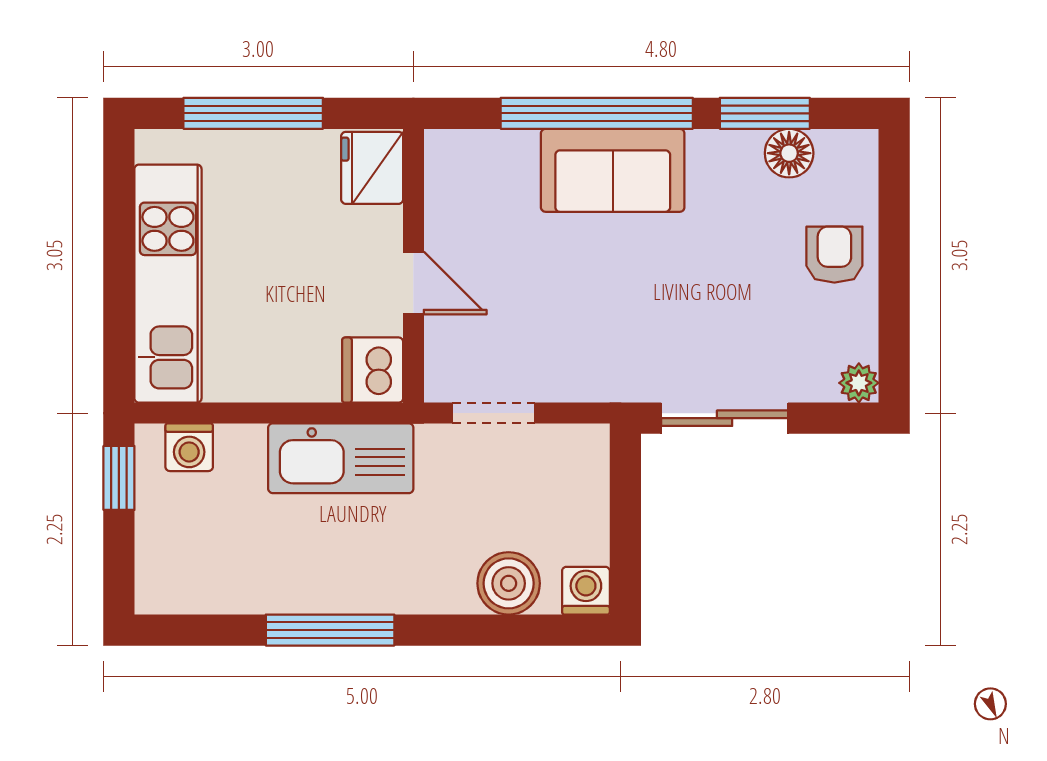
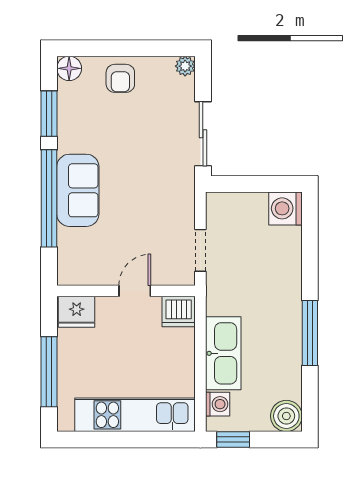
floor lamp: (789, 153) -> (69, 68), moved
armchair: (834, 255) -> (120, 78), turned -90
kitchen sink: (341, 458) -> (223, 353), moved
boiler: (509, 583) -> (286, 416), moved
washing machine: (586, 591) -> (285, 208), width x1.38, depth x1.38

